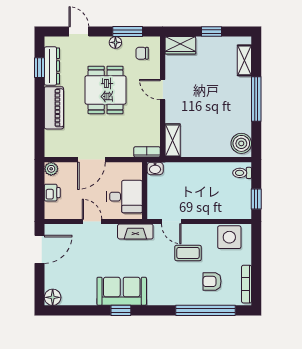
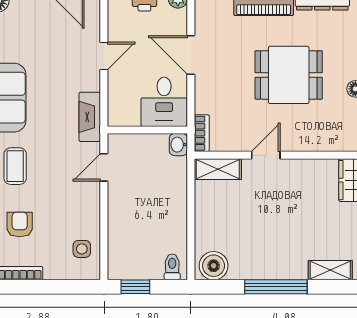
chair: (142, 53) -> (340, 126), removed
door: (163, 90) -> (266, 155), moved
desk: (125, 197) -> (164, 102), moved
side table: (229, 237) -> (82, 249), width x0.54, depth x0.54
coffee table: (188, 253) -> (15, 166), moved

